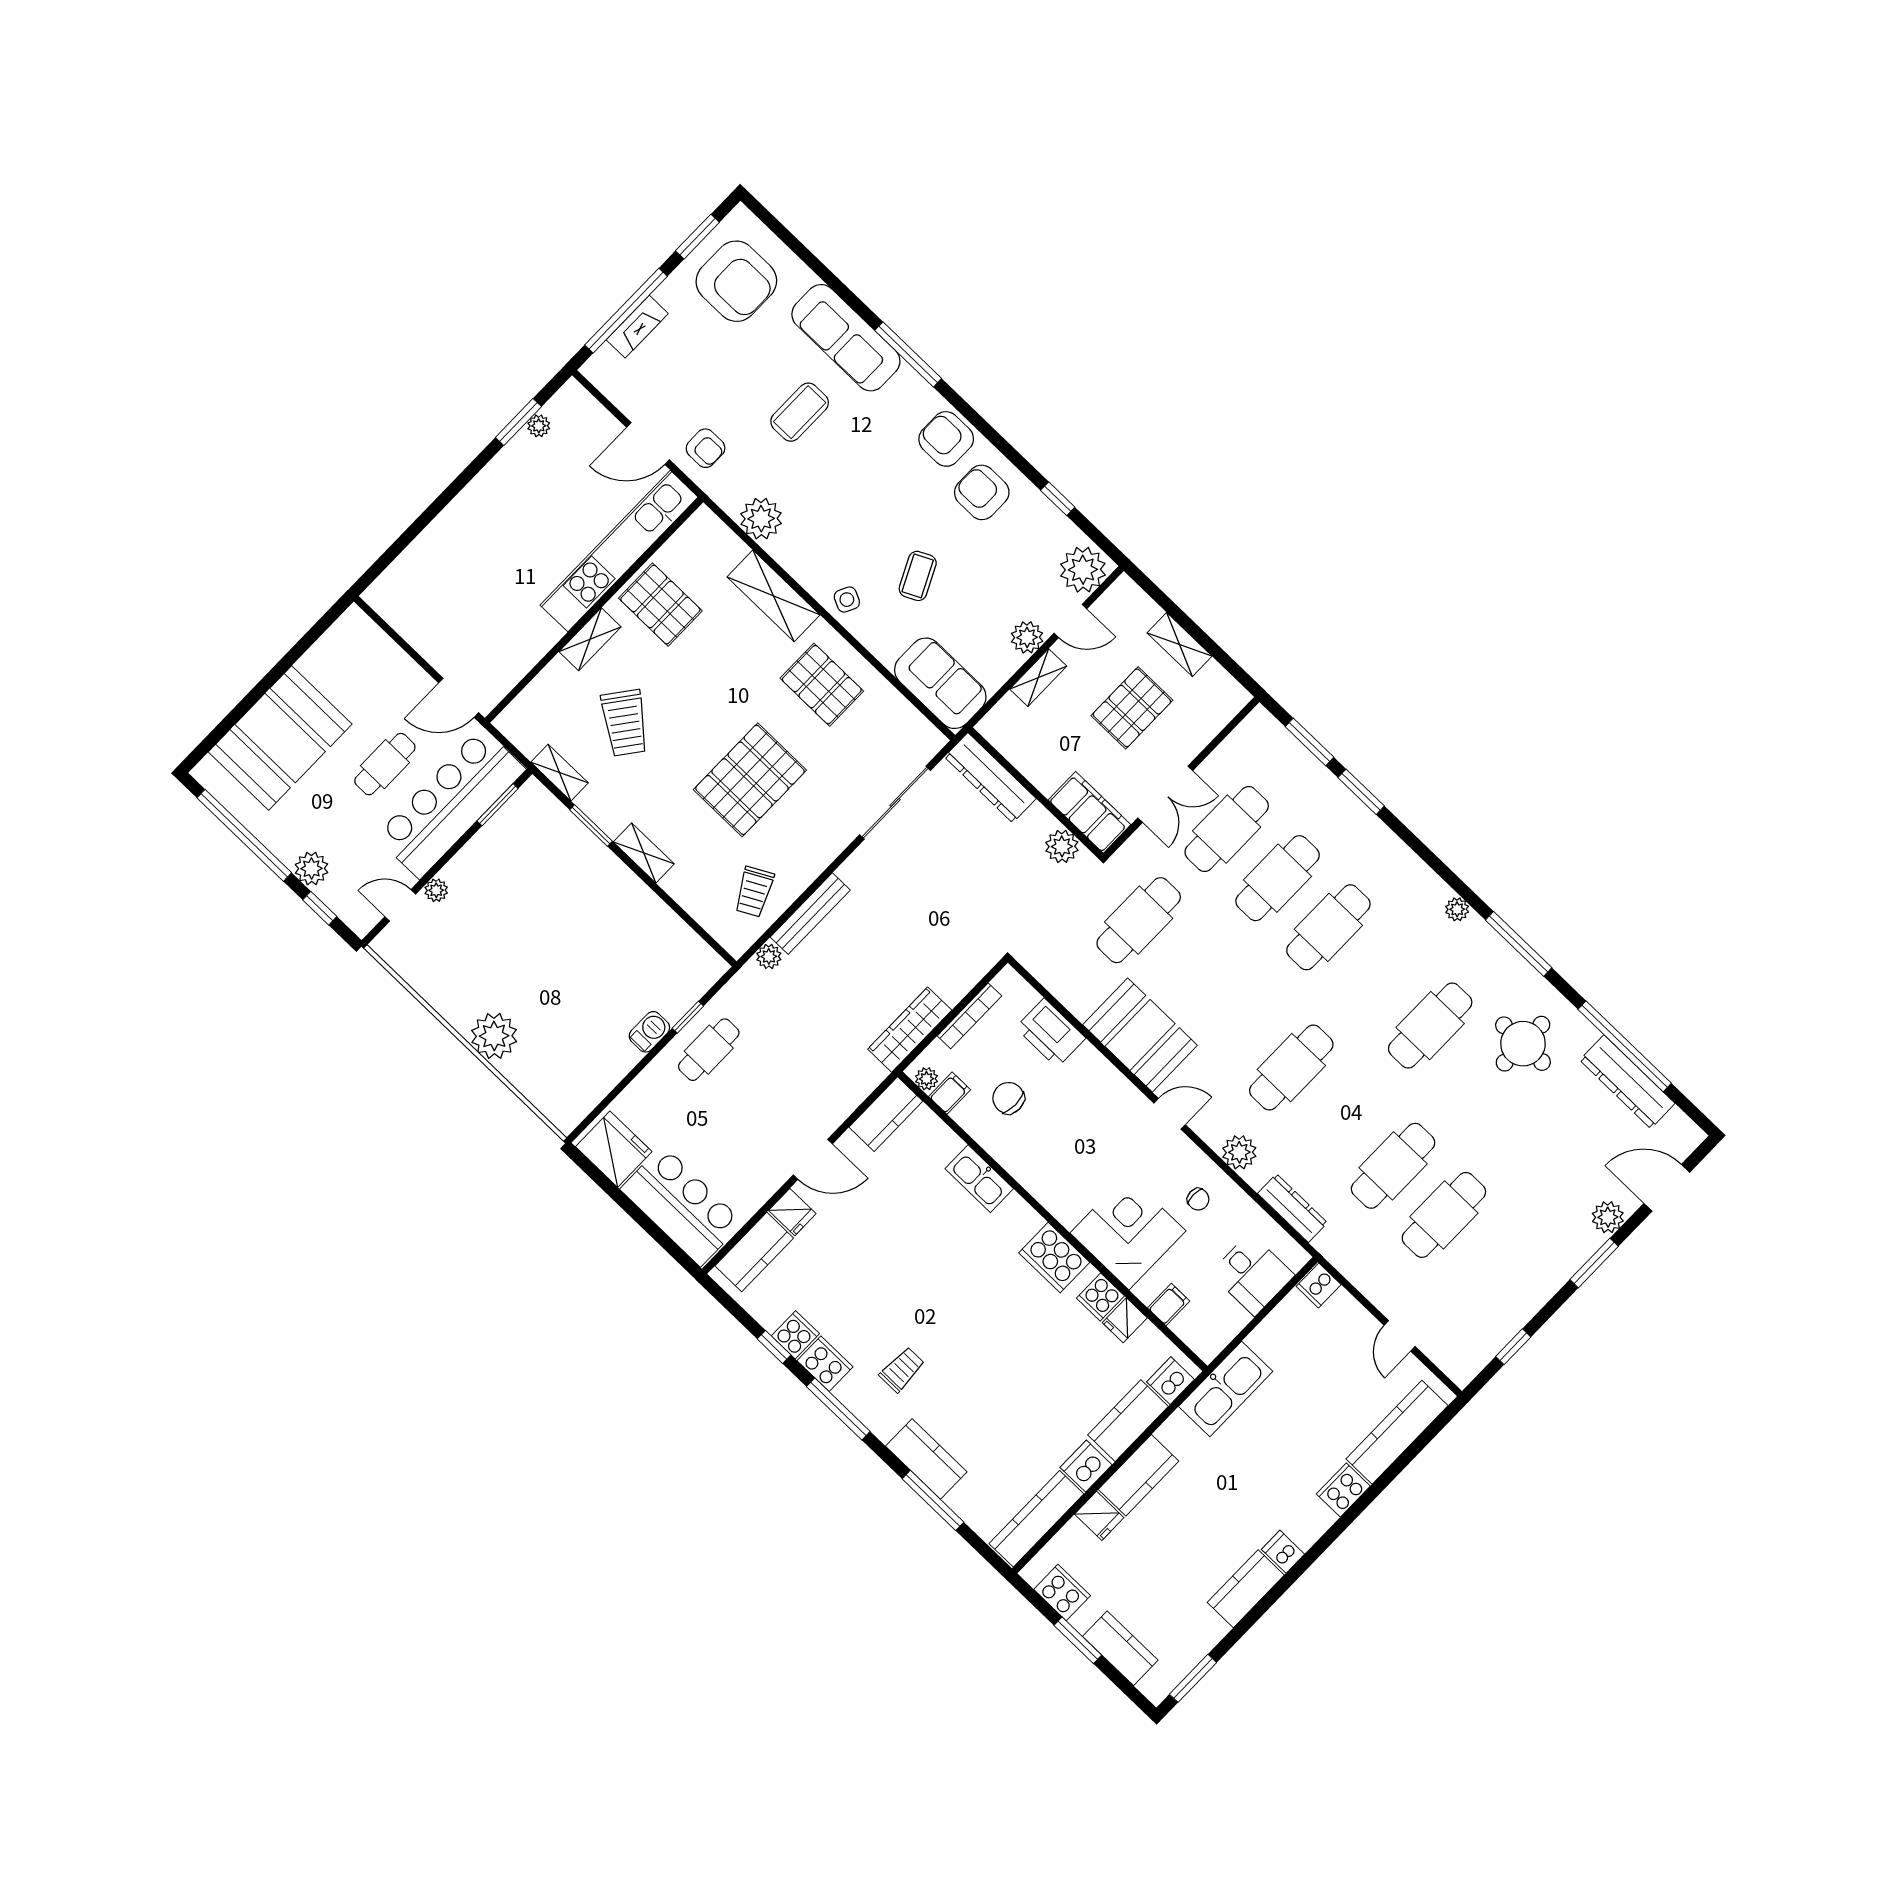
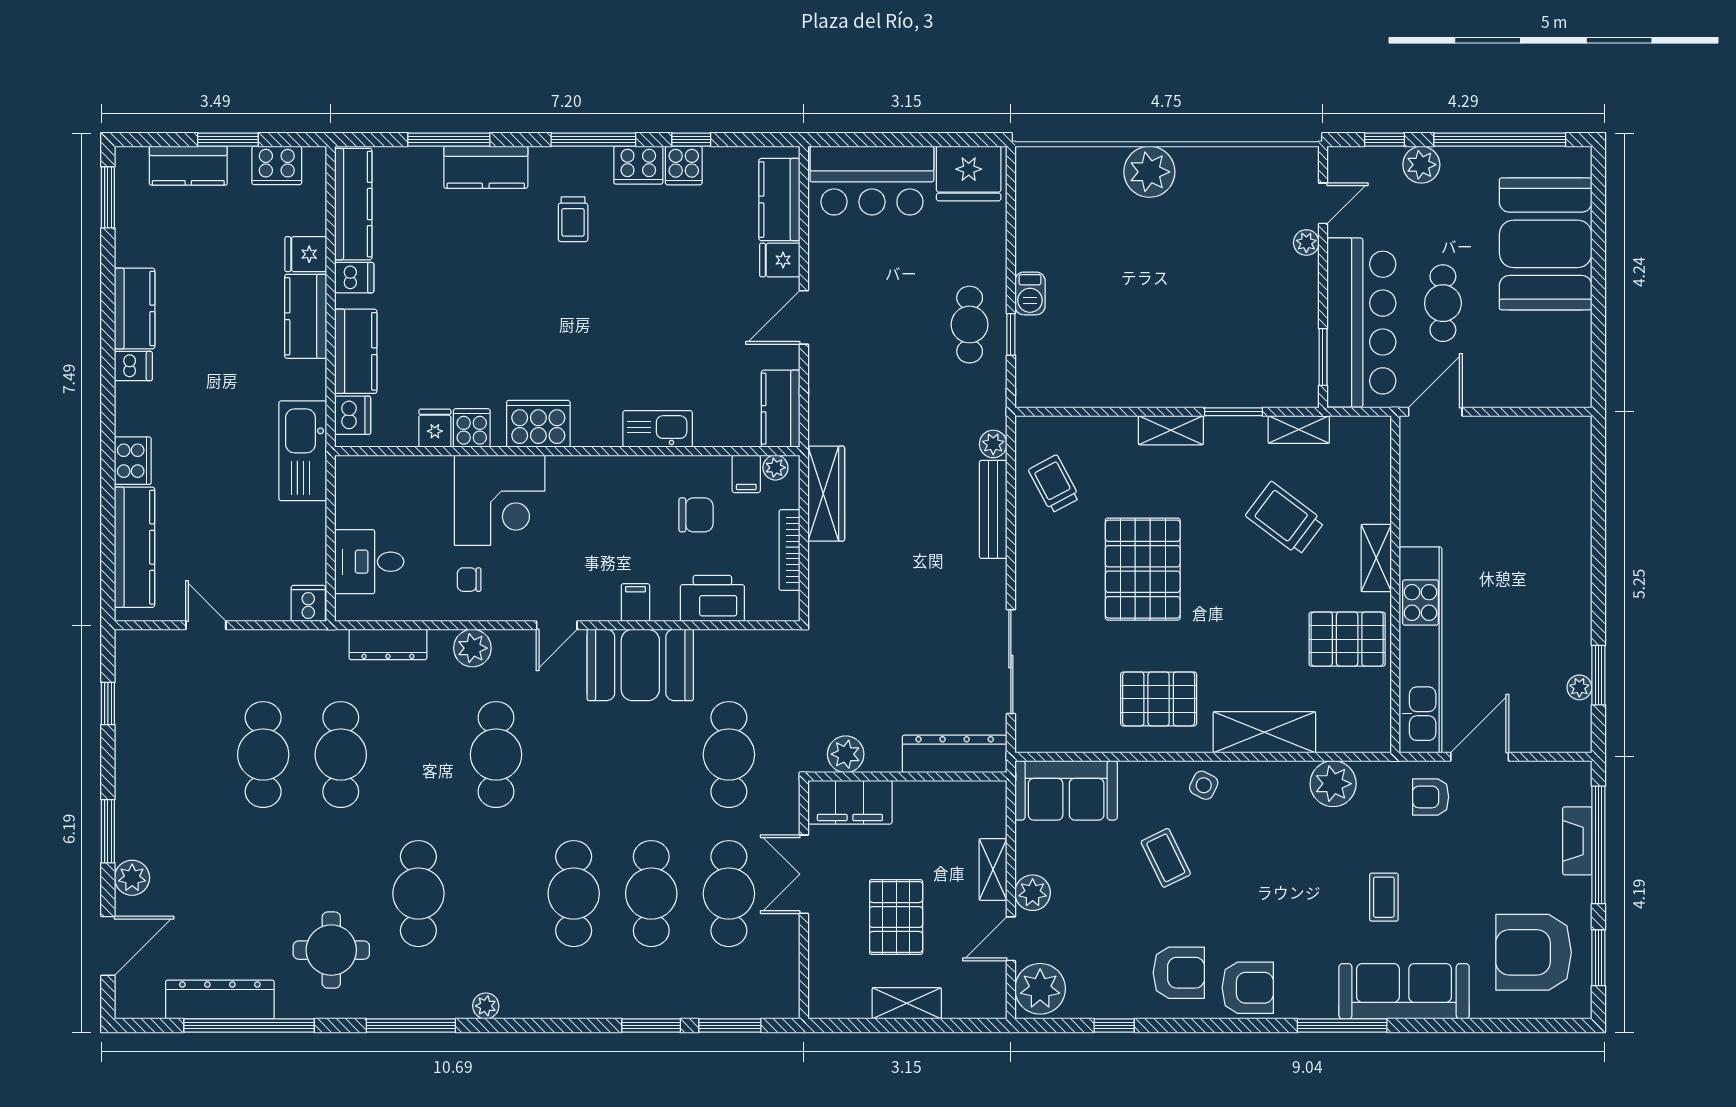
coffee table: (800, 412) -> (1384, 897), width x0.73, depth x0.77
filing cabinet: (1169, 1305) -> (635, 603), moved, turned 180
dishwasher: (1086, 1466) -> (354, 278), width x0.73

